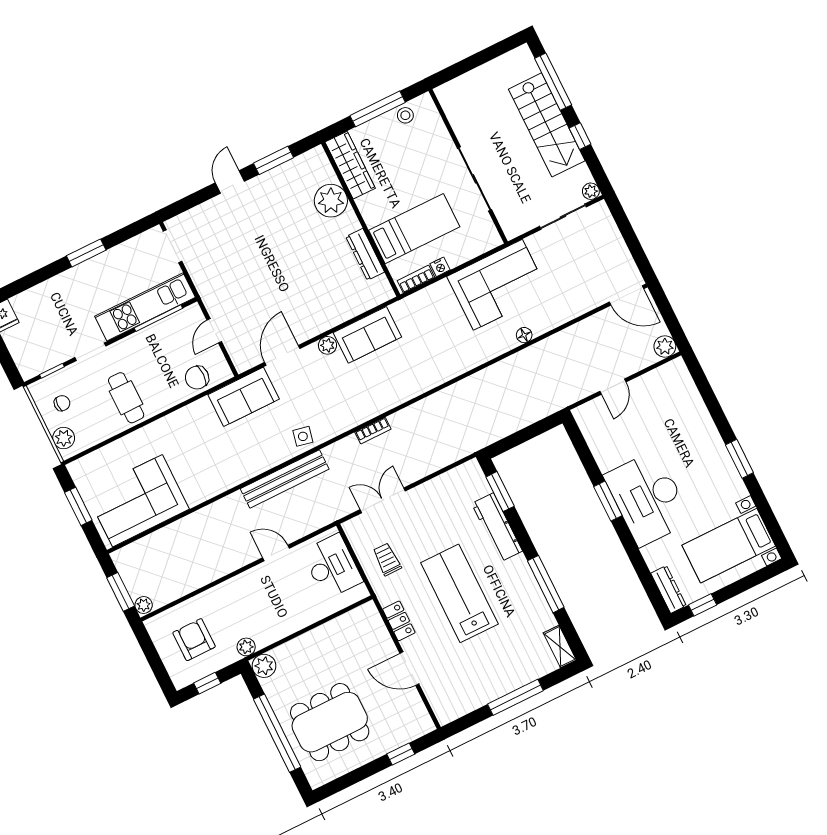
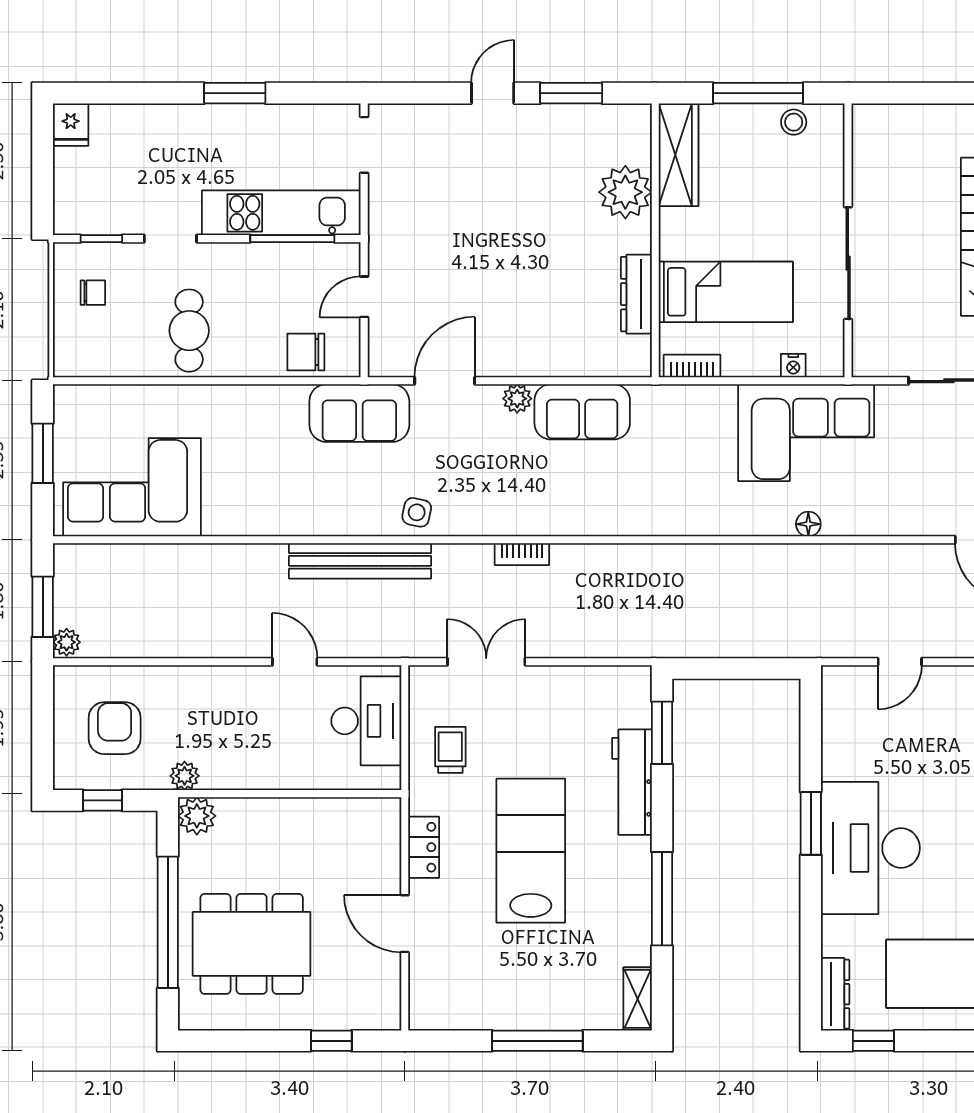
nightstand: (440, 267) -> (793, 366), moved
plant: (64, 438) -> (70, 344), removed

